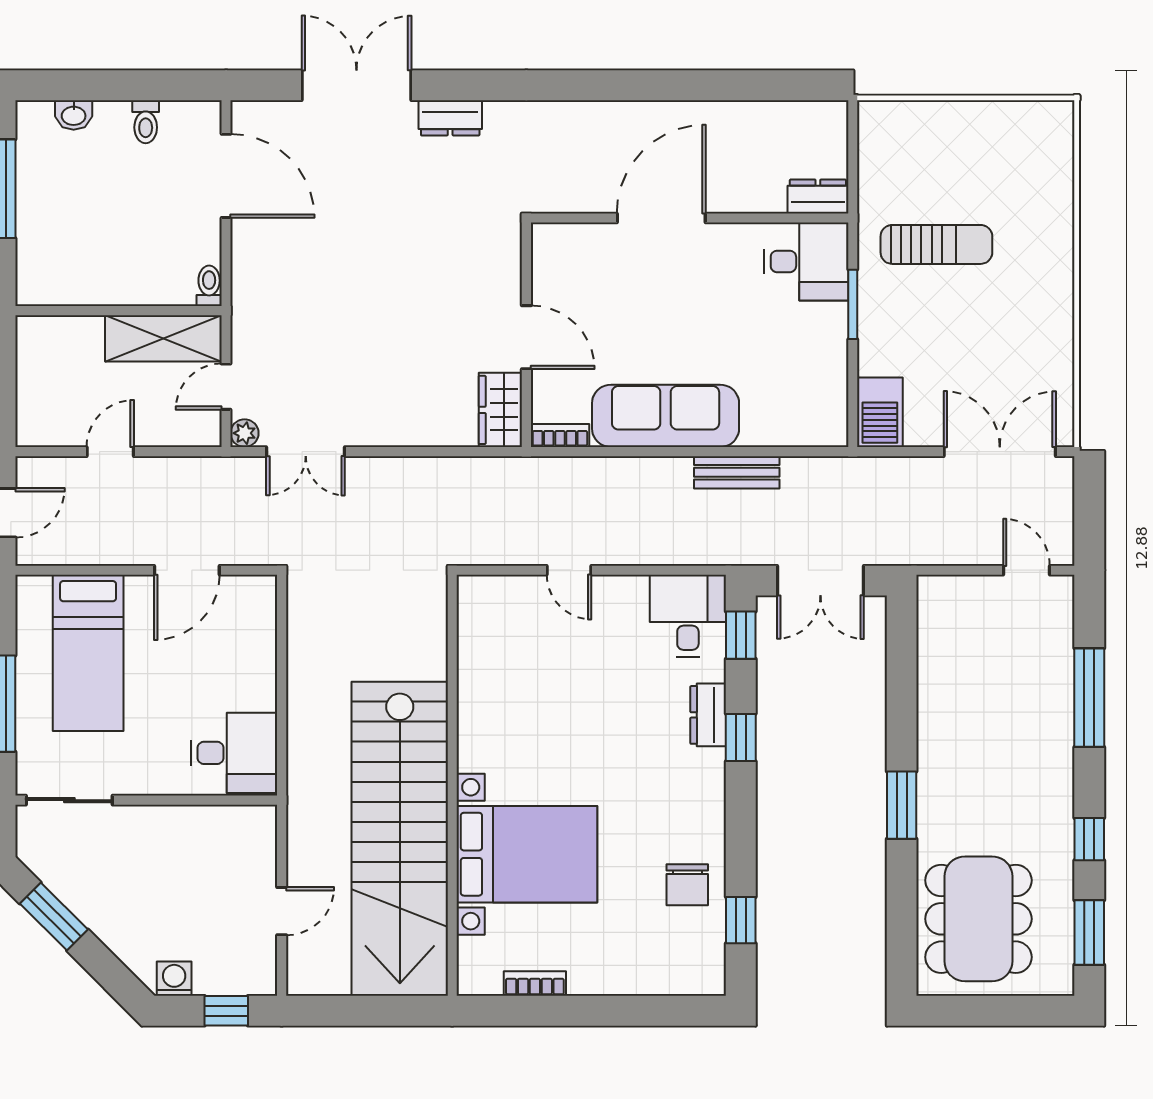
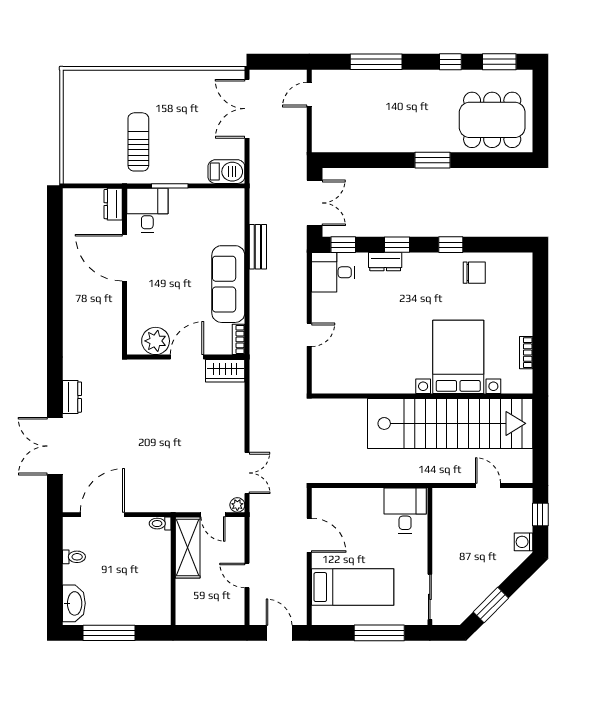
washbasin: (74, 115) -> (74, 603), width x1.91, depth x1.45
door: (661, 218) -> (124, 258), moved
plant: (557, 277) -> (156, 341), added
window: (741, 920) -> (451, 245), moved

